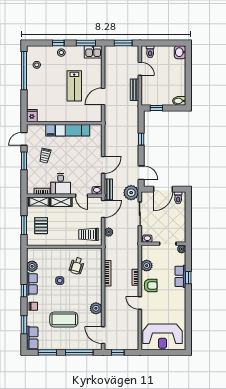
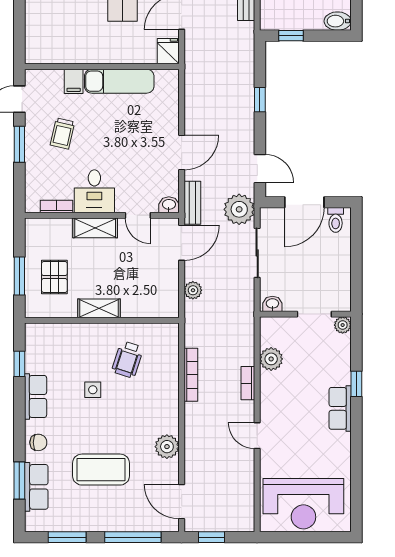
fridge: (32, 116) -> (168, 51), moved
shelving: (39, 201) -> (99, 308), moved
trolley: (88, 234) -> (152, 295), removed
plant: (32, 266) -> (36, 361), removed
row of seats: (180, 276) -> (340, 408), moved
armchair: (151, 285) -> (279, 400), removed
window: (24, 291) -> (19, 364), moved
row of seats: (32, 338) -> (36, 487), moved

